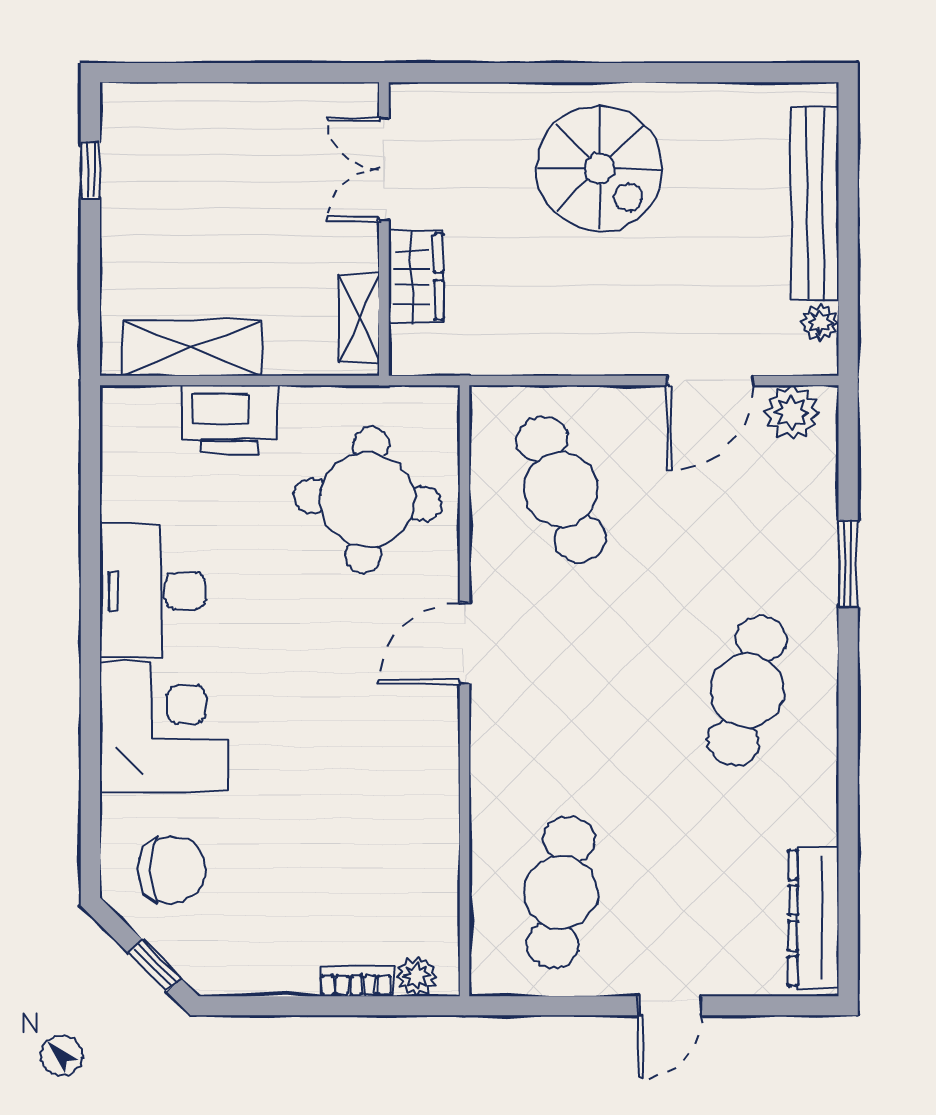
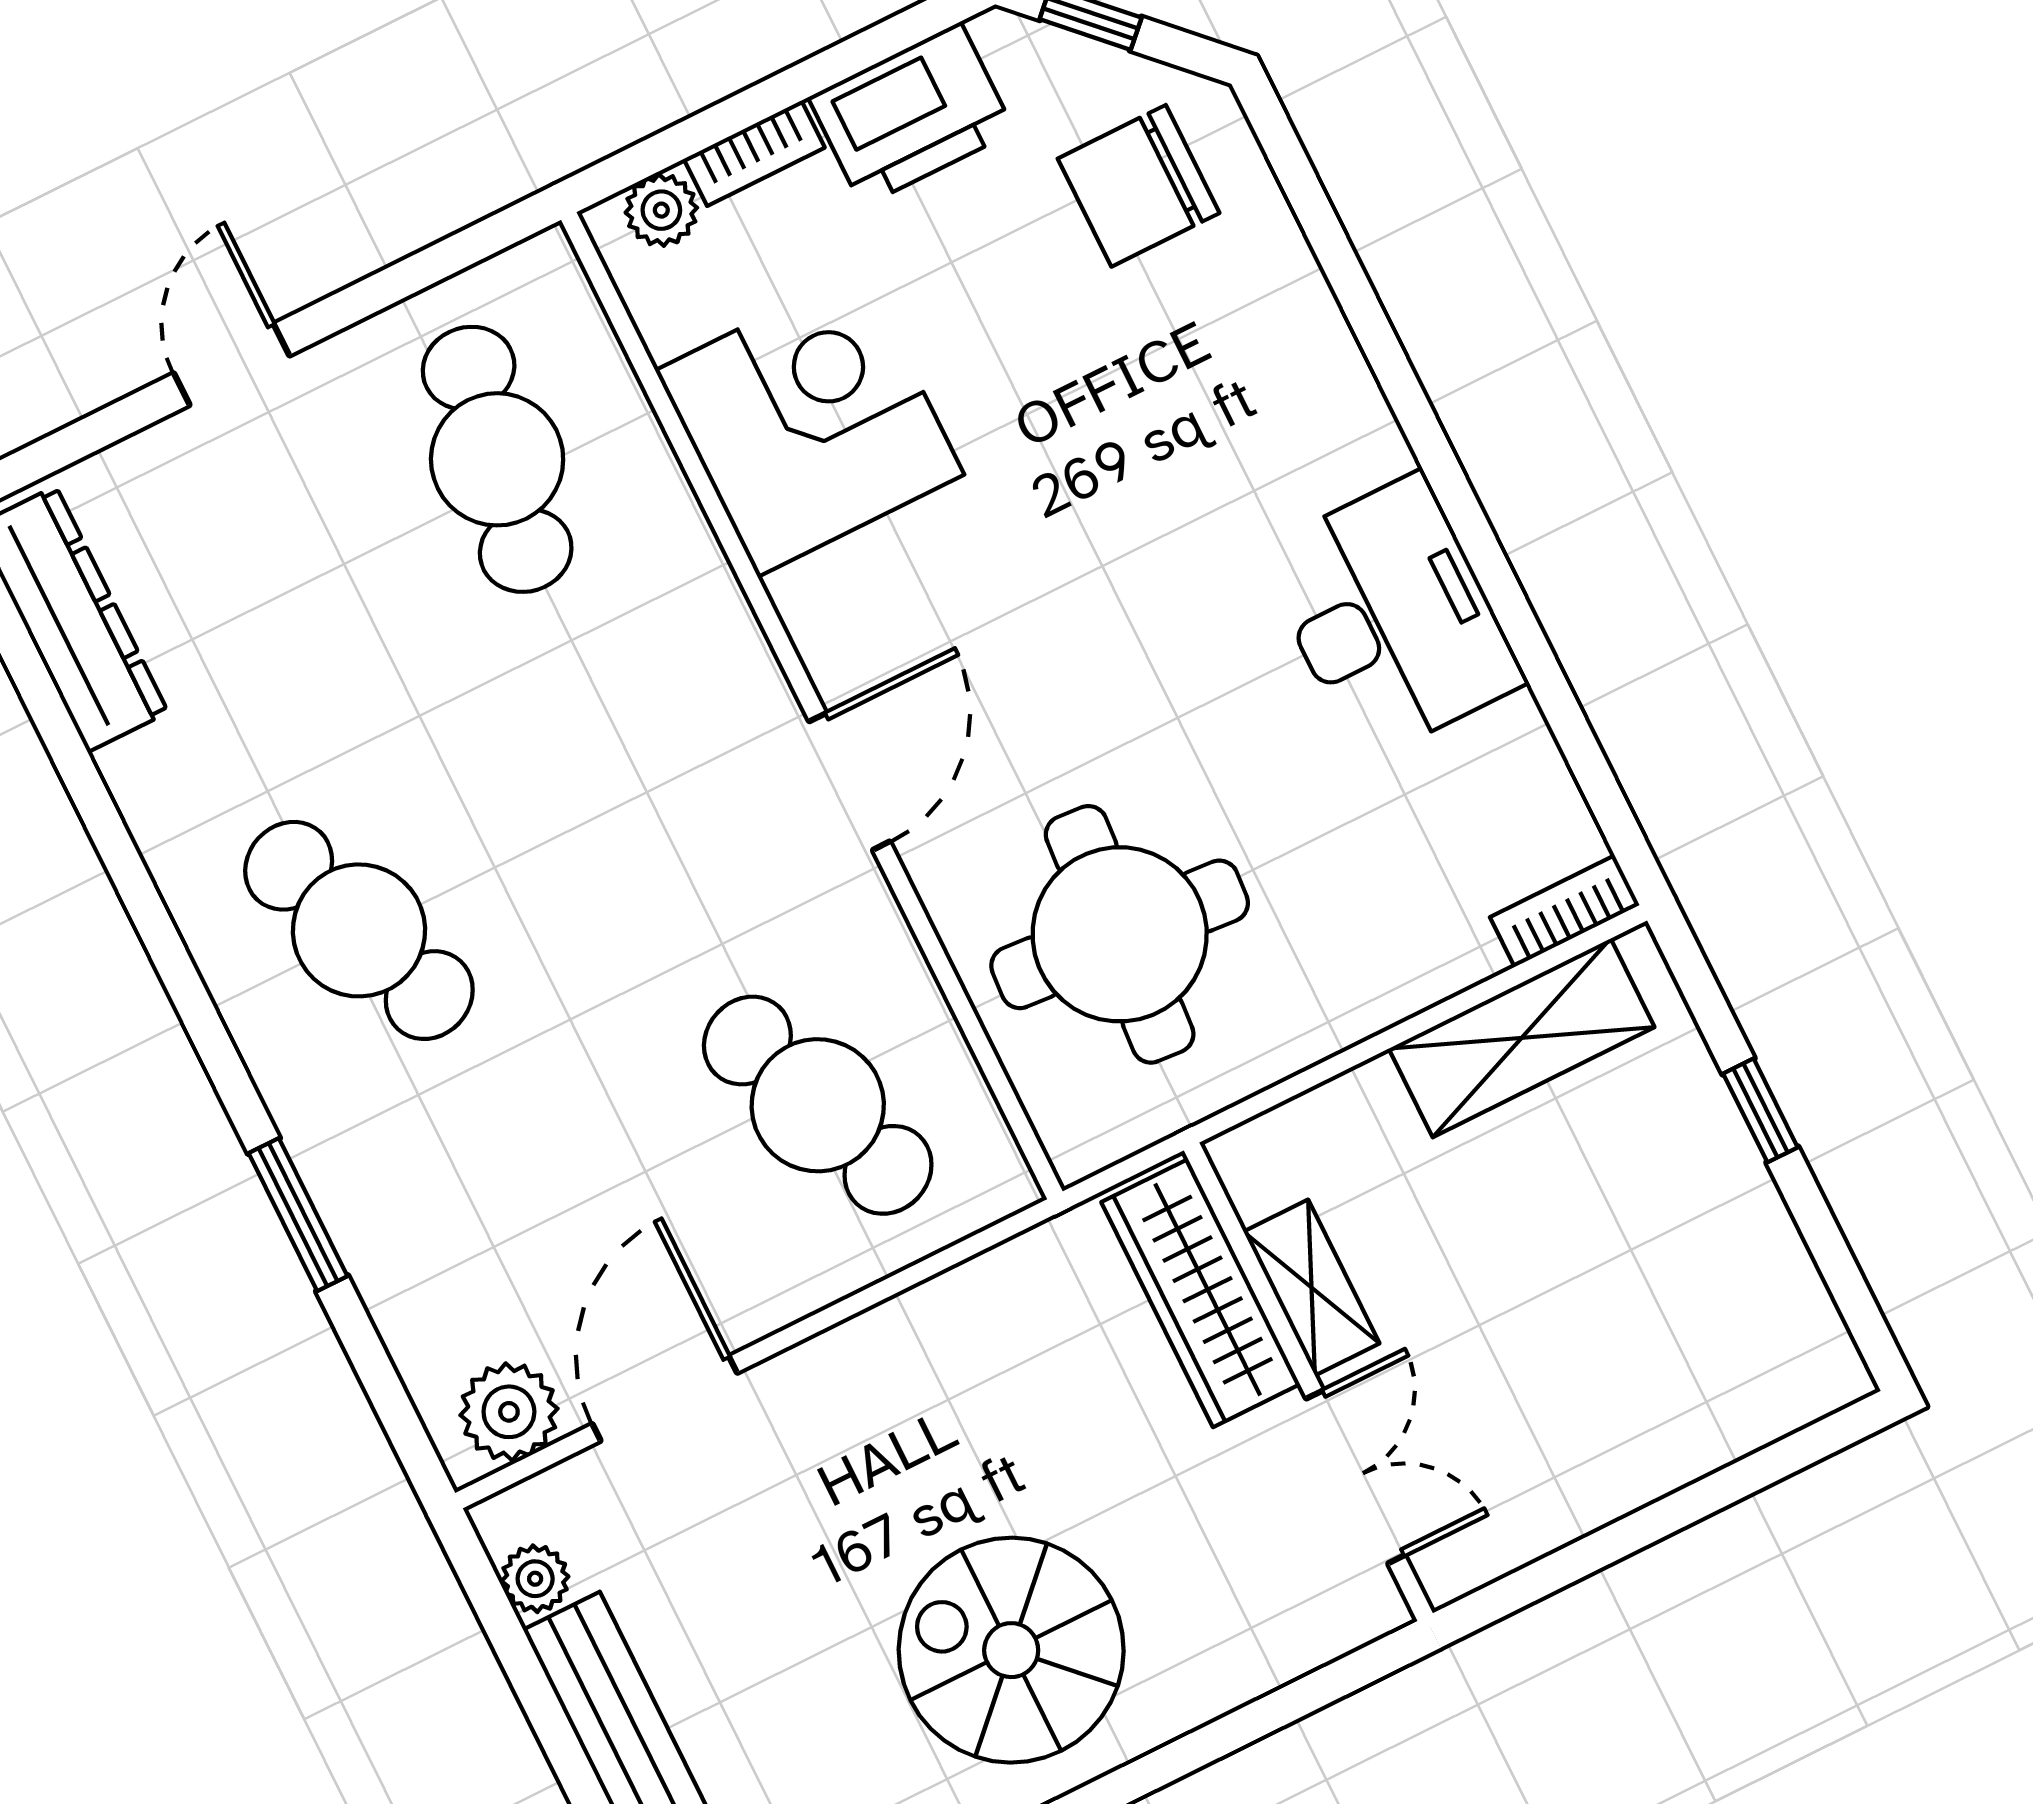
window: (90, 170) -> (1760, 1110), moved
wardrobe: (416, 277) -> (1201, 1293), width x1.50
shelving: (359, 318) -> (1311, 1288), moved
bookcase: (139, 401) -> (1565, 911), added
printer: (229, 420) -> (911, 114), moved, turned 180
cafe table: (747, 691) -> (359, 930), turned -36
corner desk: (164, 726) -> (810, 422), moved, turned 180

